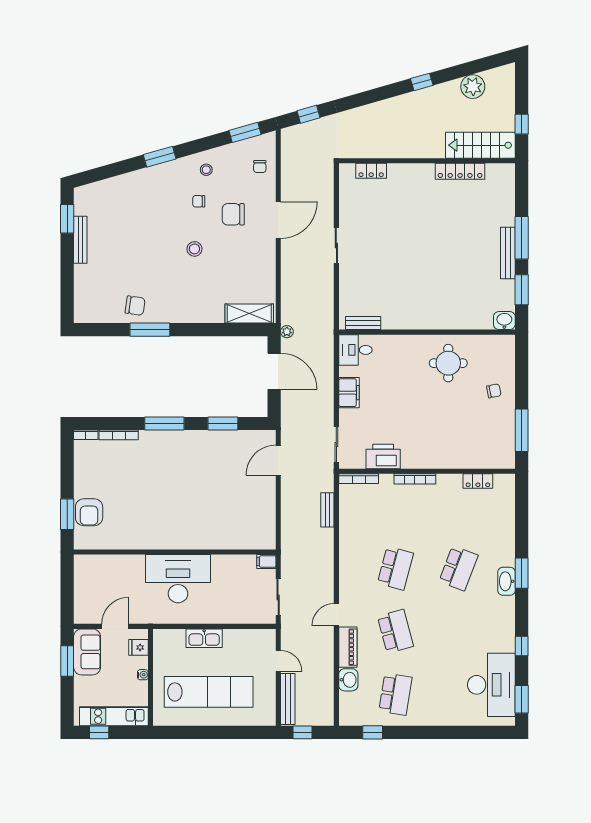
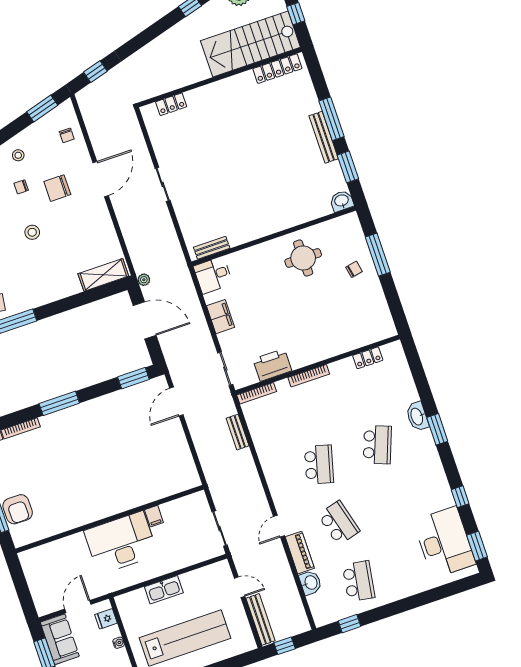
stairs: (480, 145) -> (250, 44), width x1.36, depth x1.51
locker: (460, 171) -> (277, 69), moved
window: (223, 423) -> (133, 378), moved
window: (522, 430) -> (378, 255), moved
filing cabinet: (266, 562) -> (154, 516), moved, turned -90
washbasin: (506, 581) -> (417, 416), moved

